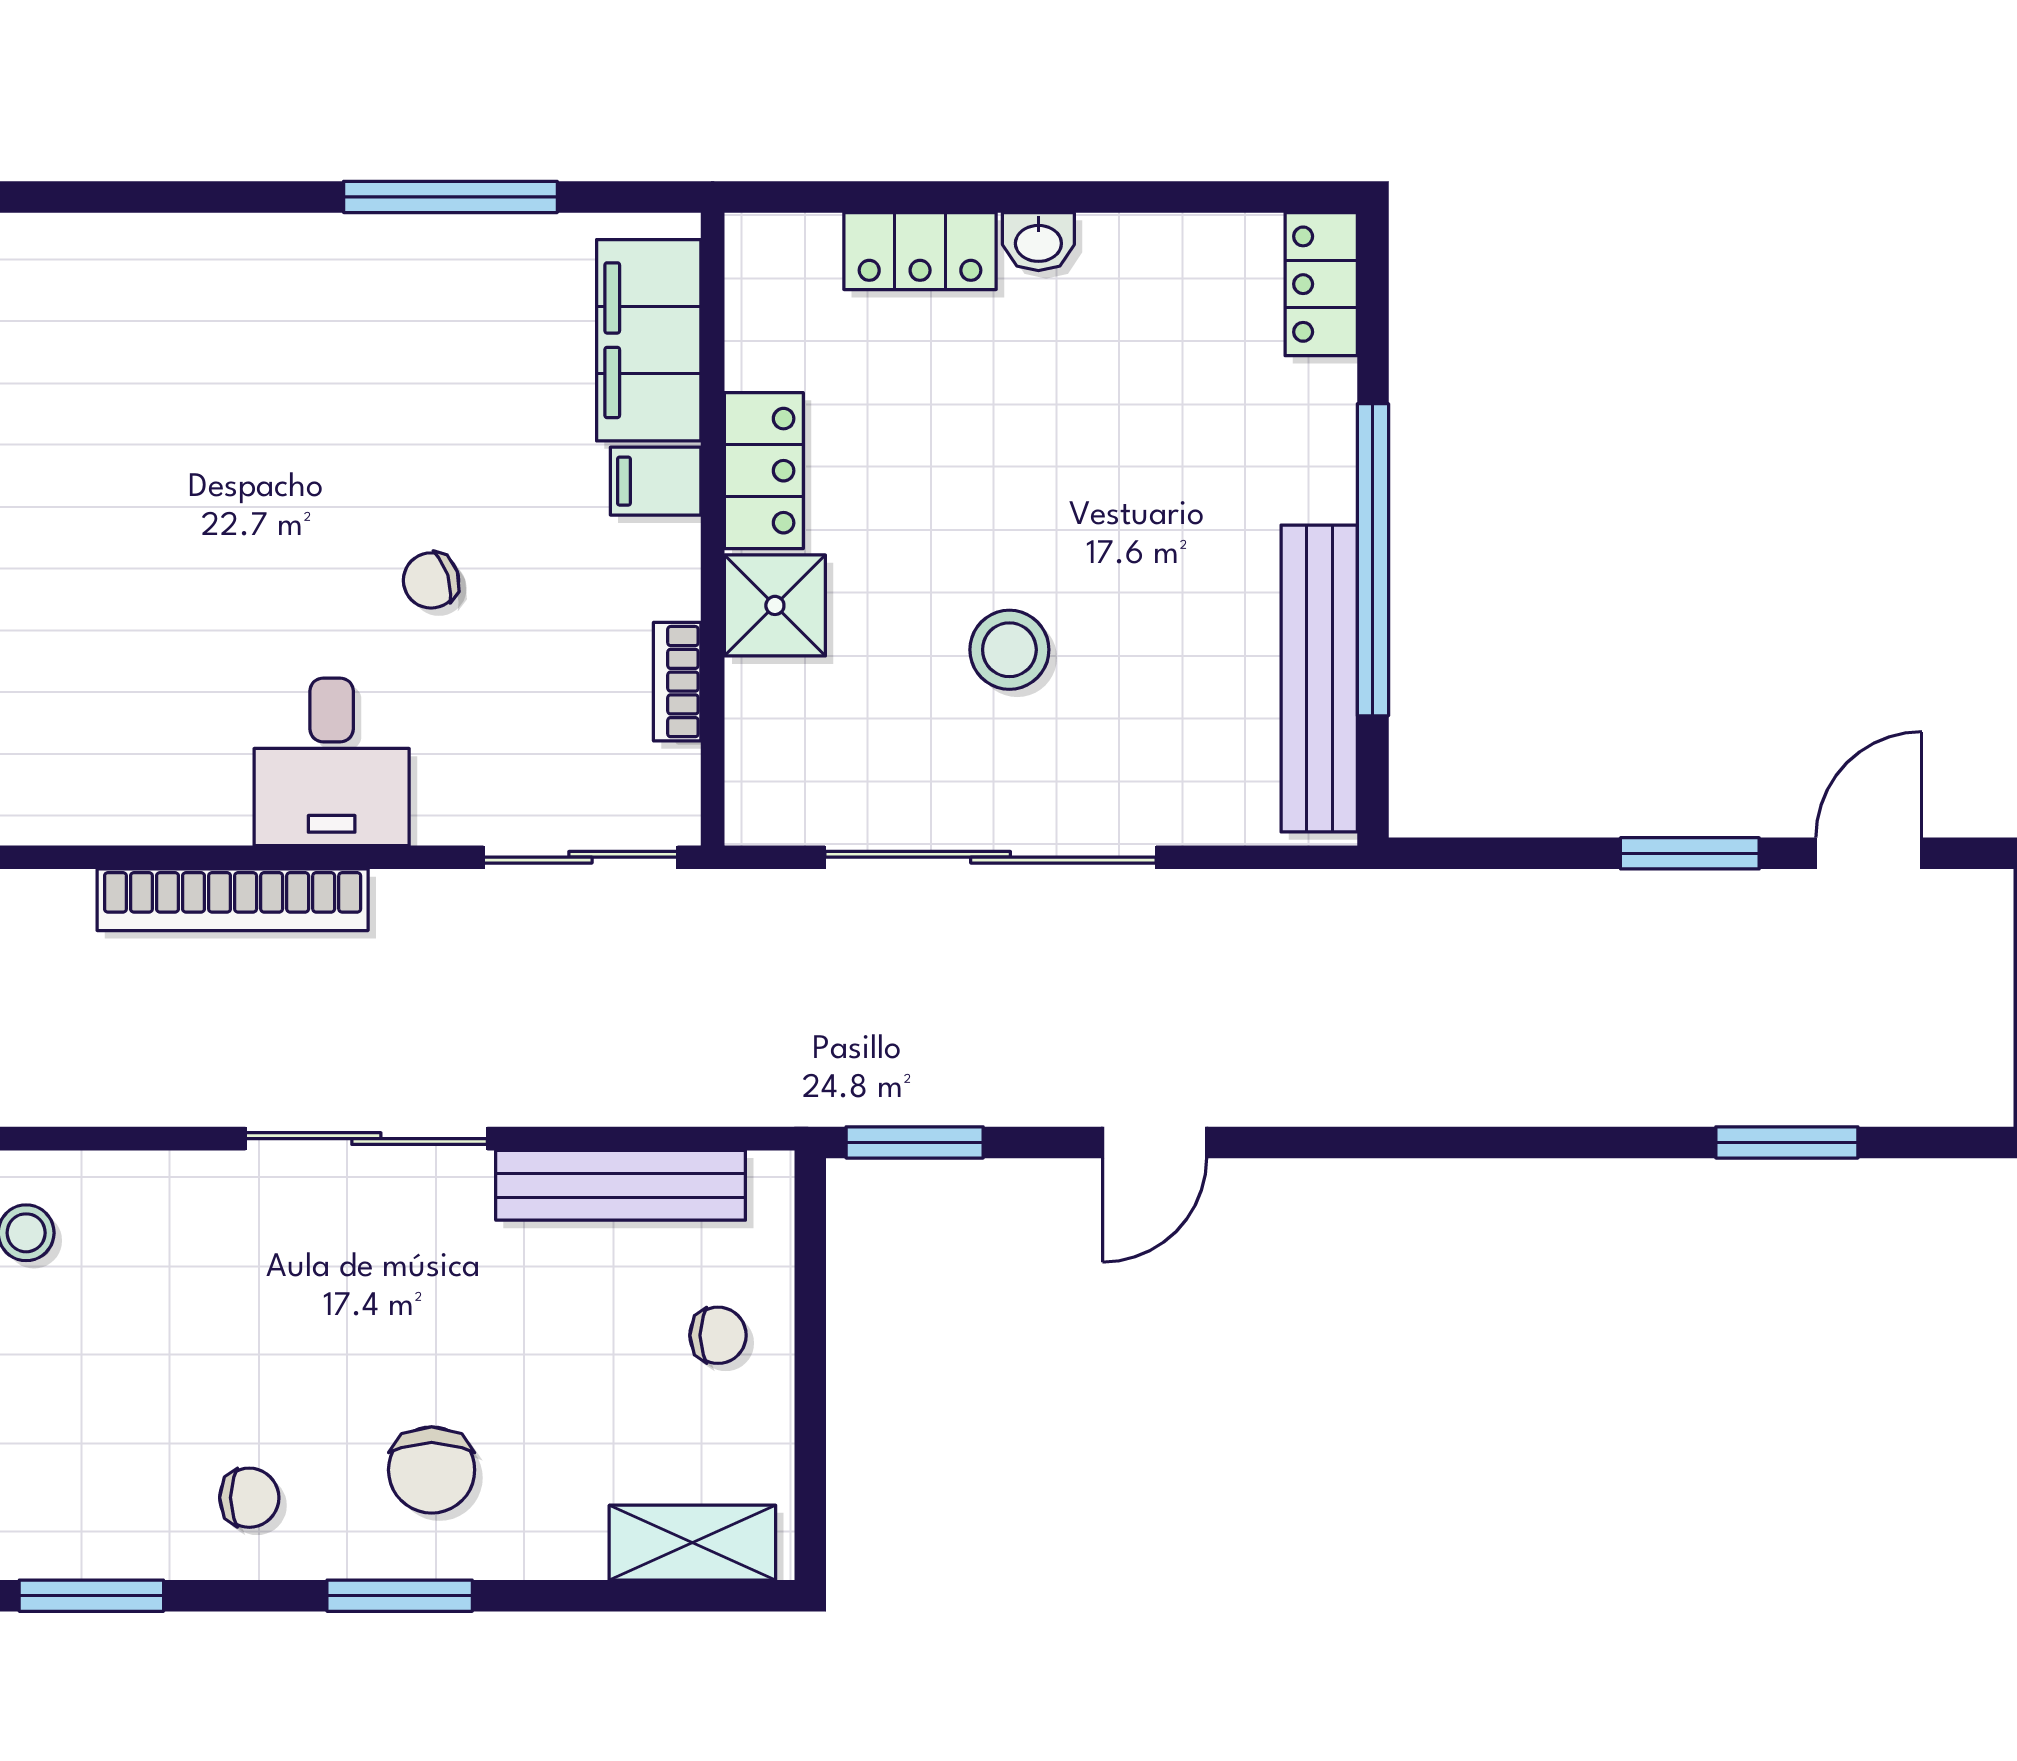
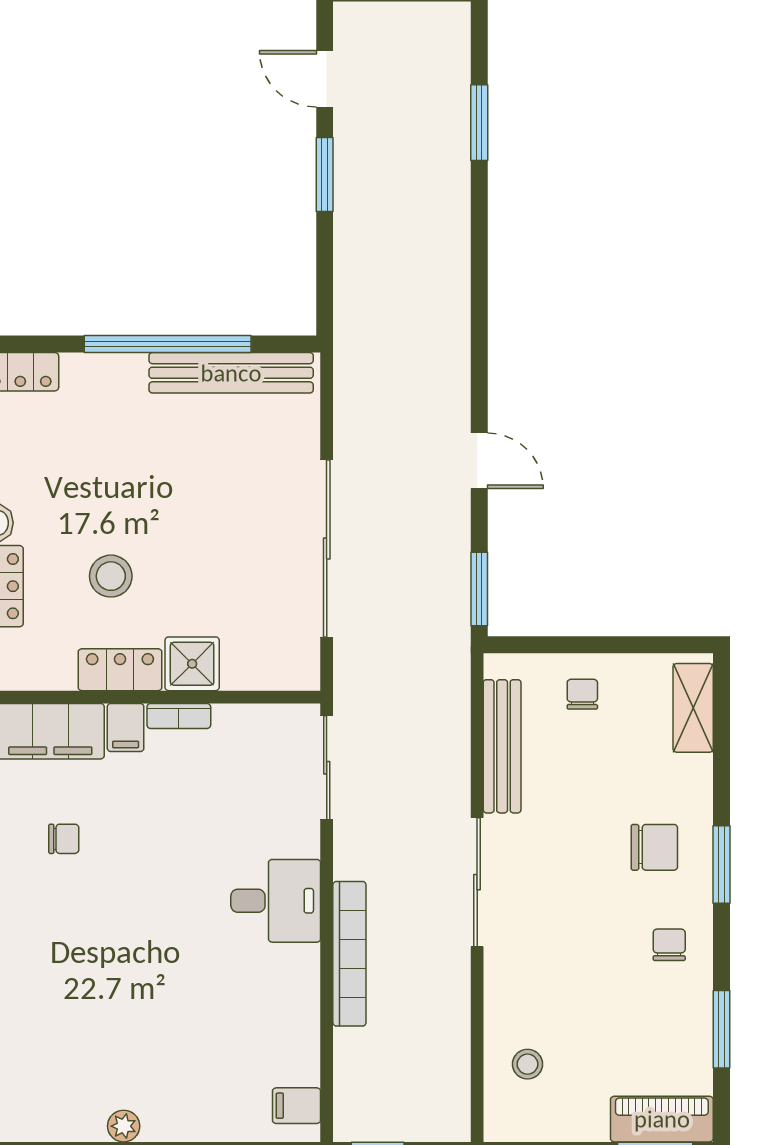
chair: (431, 580) -> (64, 839), moved, turned -72
stool: (1009, 650) -> (111, 576), moved
bookcase: (677, 682) -> (179, 716), moved

